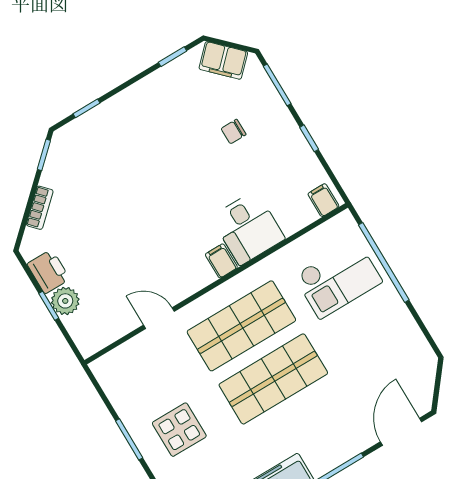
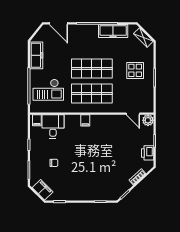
desk: (248, 228) -> (53, 126), moved
checkout: (338, 279) -> (48, 90), turned 180
plant: (65, 301) -> (148, 120), moved
door: (159, 318) -> (133, 114), moved
freezer: (407, 336) -> (36, 55), added
door: (401, 432) -> (58, 23), hinge flipped

